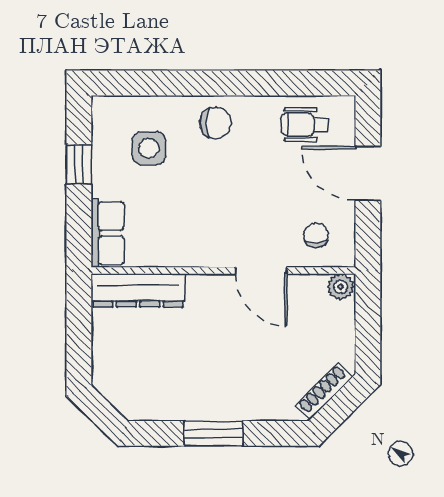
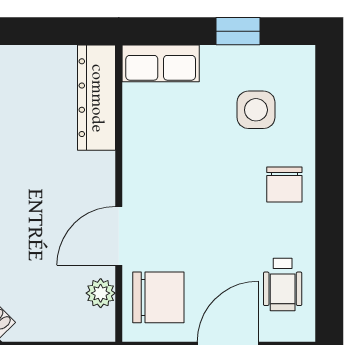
wheelchair: (305, 125) -> (283, 285), turned 180
chair: (316, 235) -> (158, 297), width x1.87, depth x1.87
plant: (341, 287) -> (101, 293), moved

